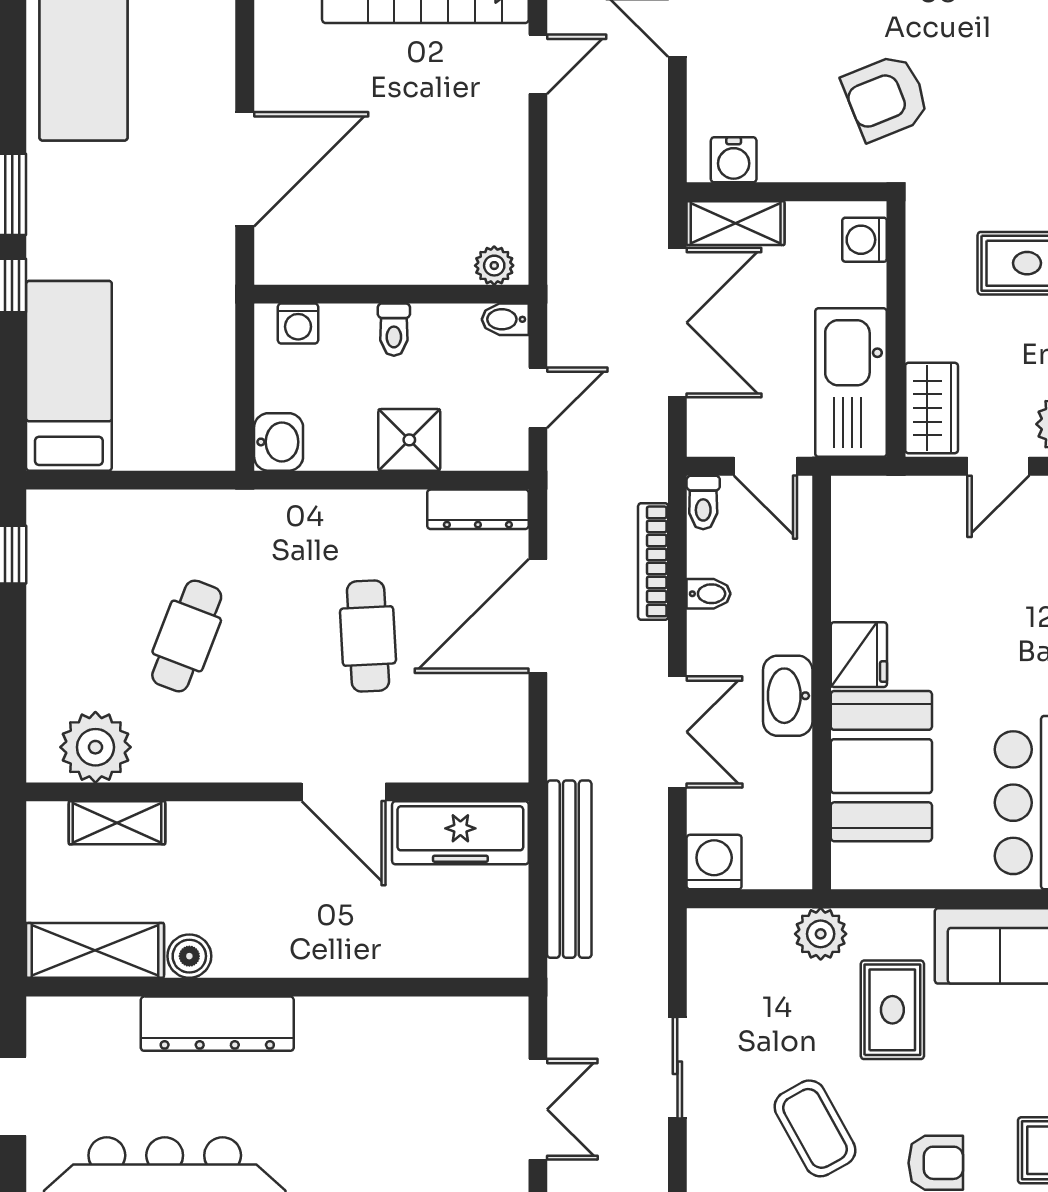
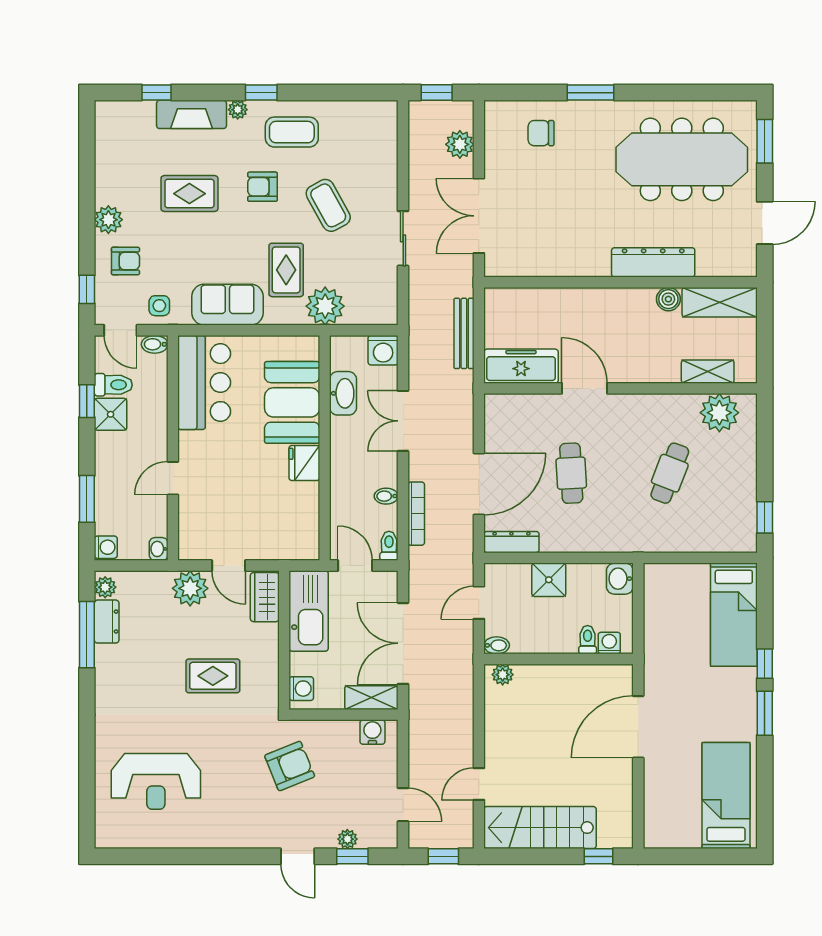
toilet: (394, 330) -> (588, 640), moved
door: (998, 466) -> (229, 565), swing flipped
washbasin: (788, 696) -> (343, 393), moved
bench: (569, 869) -> (464, 333), width x0.73, depth x0.82
plant: (821, 934) -> (325, 306), width x1.36, depth x1.36
double door: (538, 1109) -> (479, 216), width x1.37

